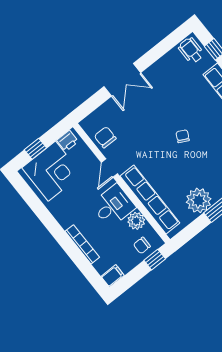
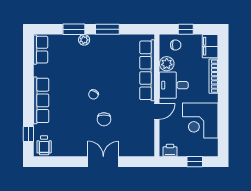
chair: (105, 137) -> (104, 119), moved
corner desk: (52, 171) -> (200, 120), moved, turned -90
plant: (199, 200) -> (116, 45), removed
window: (155, 260) -> (186, 29), moved
filing cabinet: (113, 276) -> (210, 46), width x2.00

